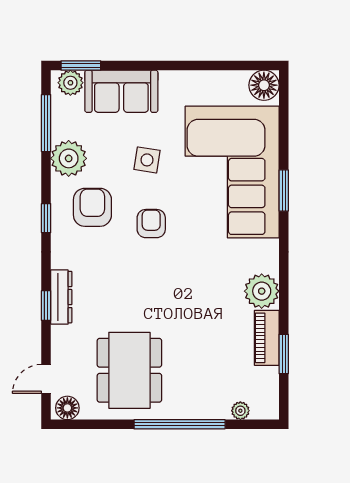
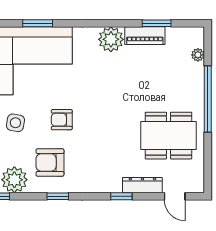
dresser: (61, 297) -> (142, 185), moved
floor lamp: (67, 408) -> (196, 181), removed

